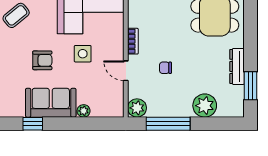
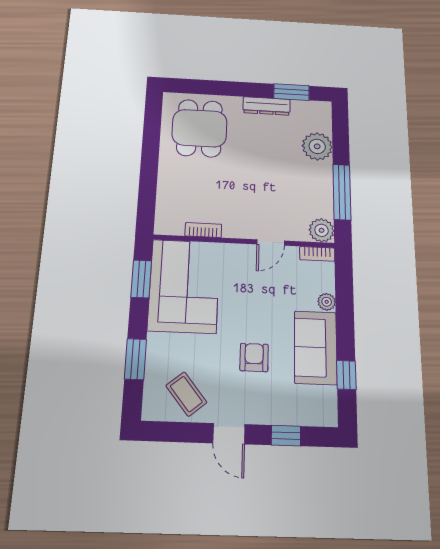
bookcase: (133, 41) -> (203, 230), moved
side table: (83, 54) -> (246, 300), removed
chair: (165, 68) -> (267, 192), removed
bookcase: (119, 105) -> (317, 254), added

